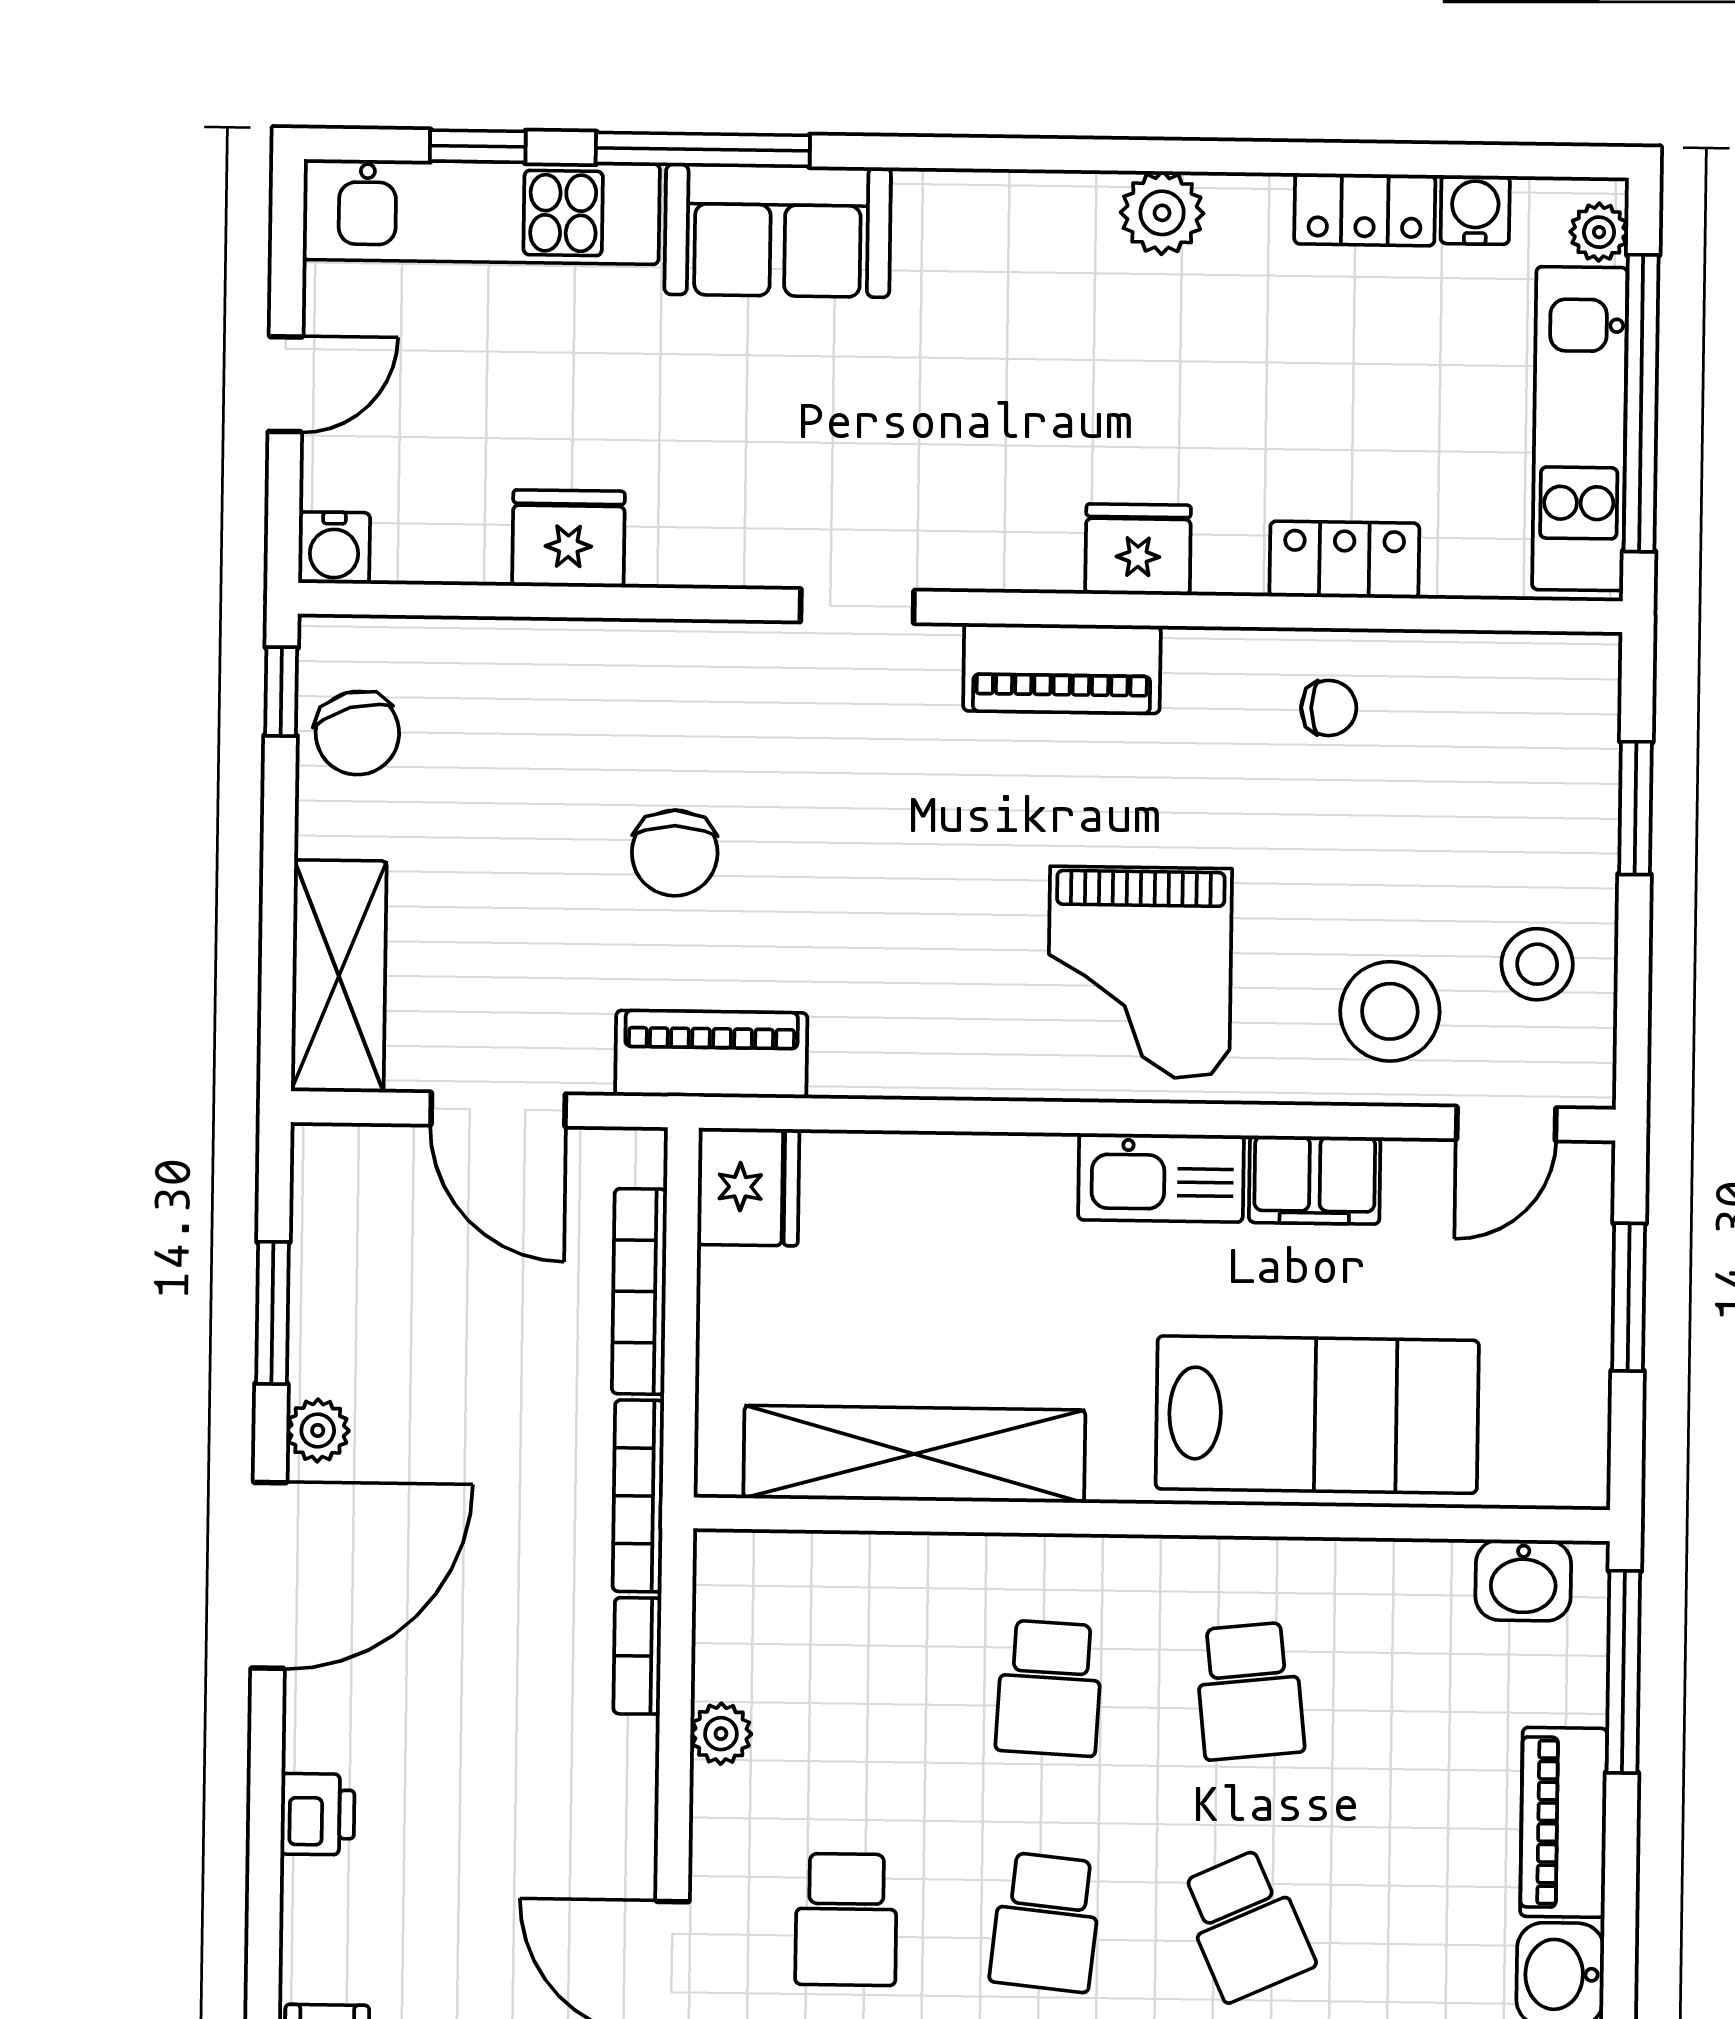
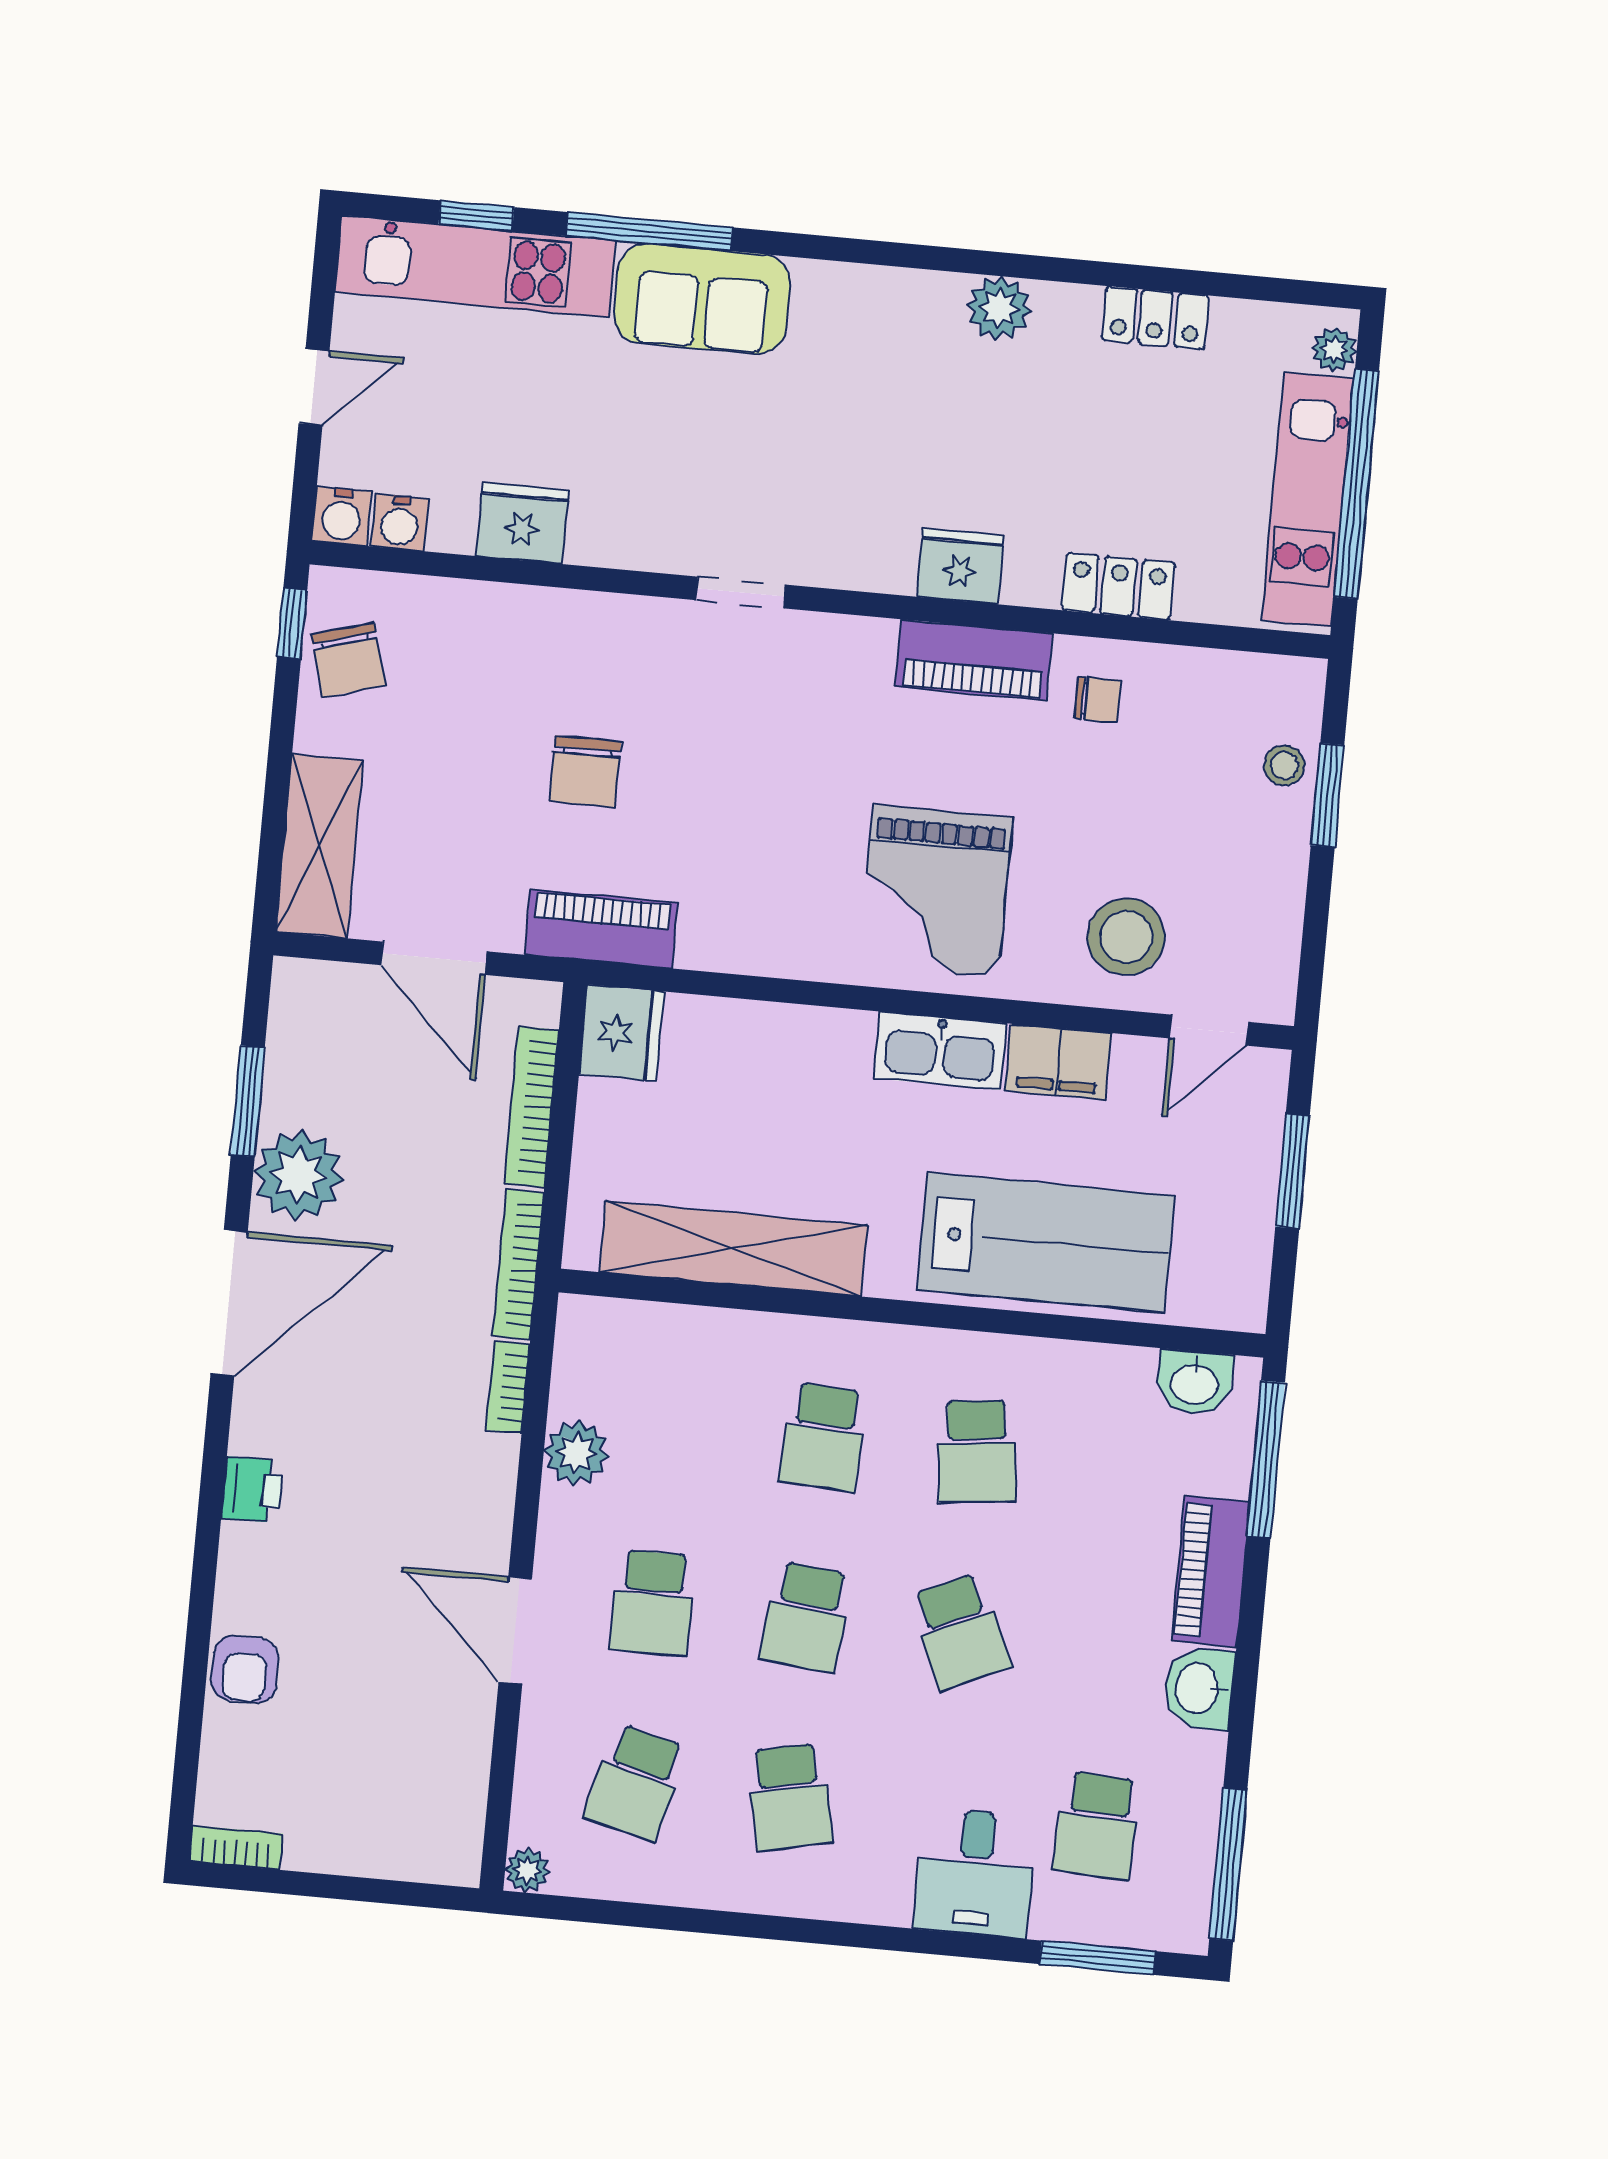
water cooler: (1475, 210) -> (400, 522), moved, turned 180
piano: (1062, 668) -> (974, 660), moved
stool: (1537, 964) -> (1284, 765), moved, width x0.73, depth x0.73
plant: (318, 1430) -> (299, 1175), width x1.87, depth x1.87
plant: (721, 1734) -> (576, 1453), width x1.38, depth x1.38

